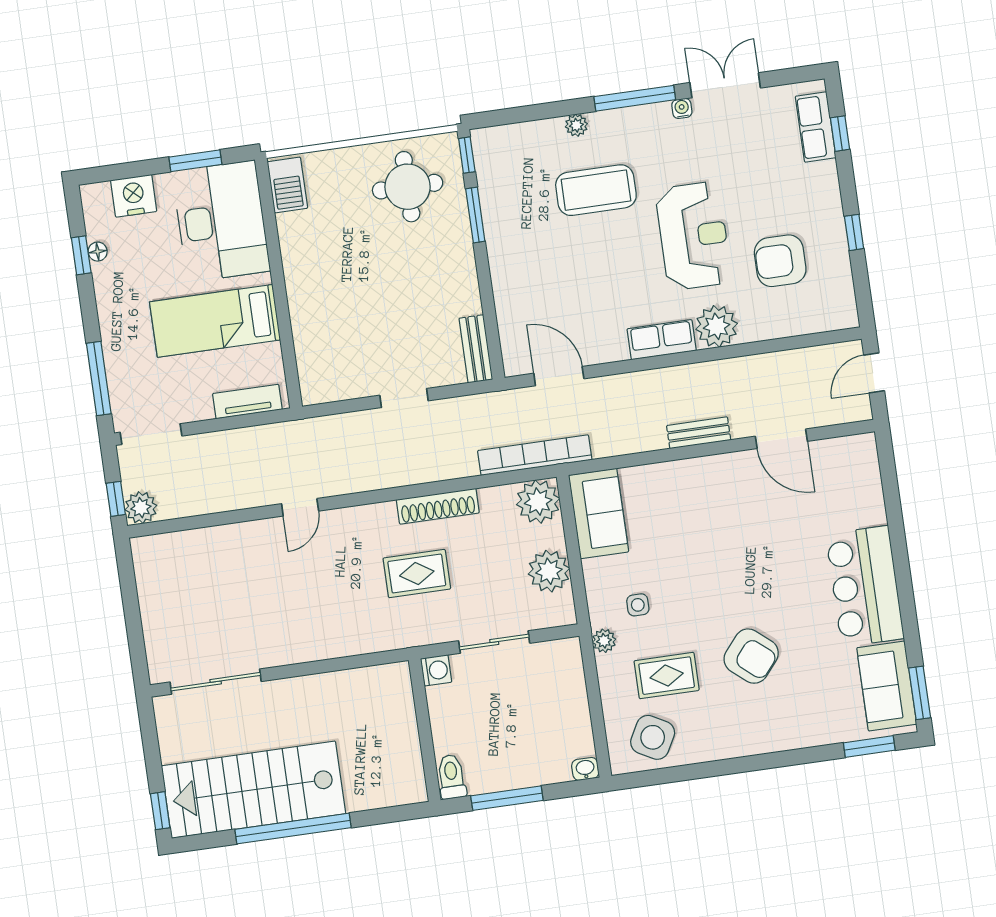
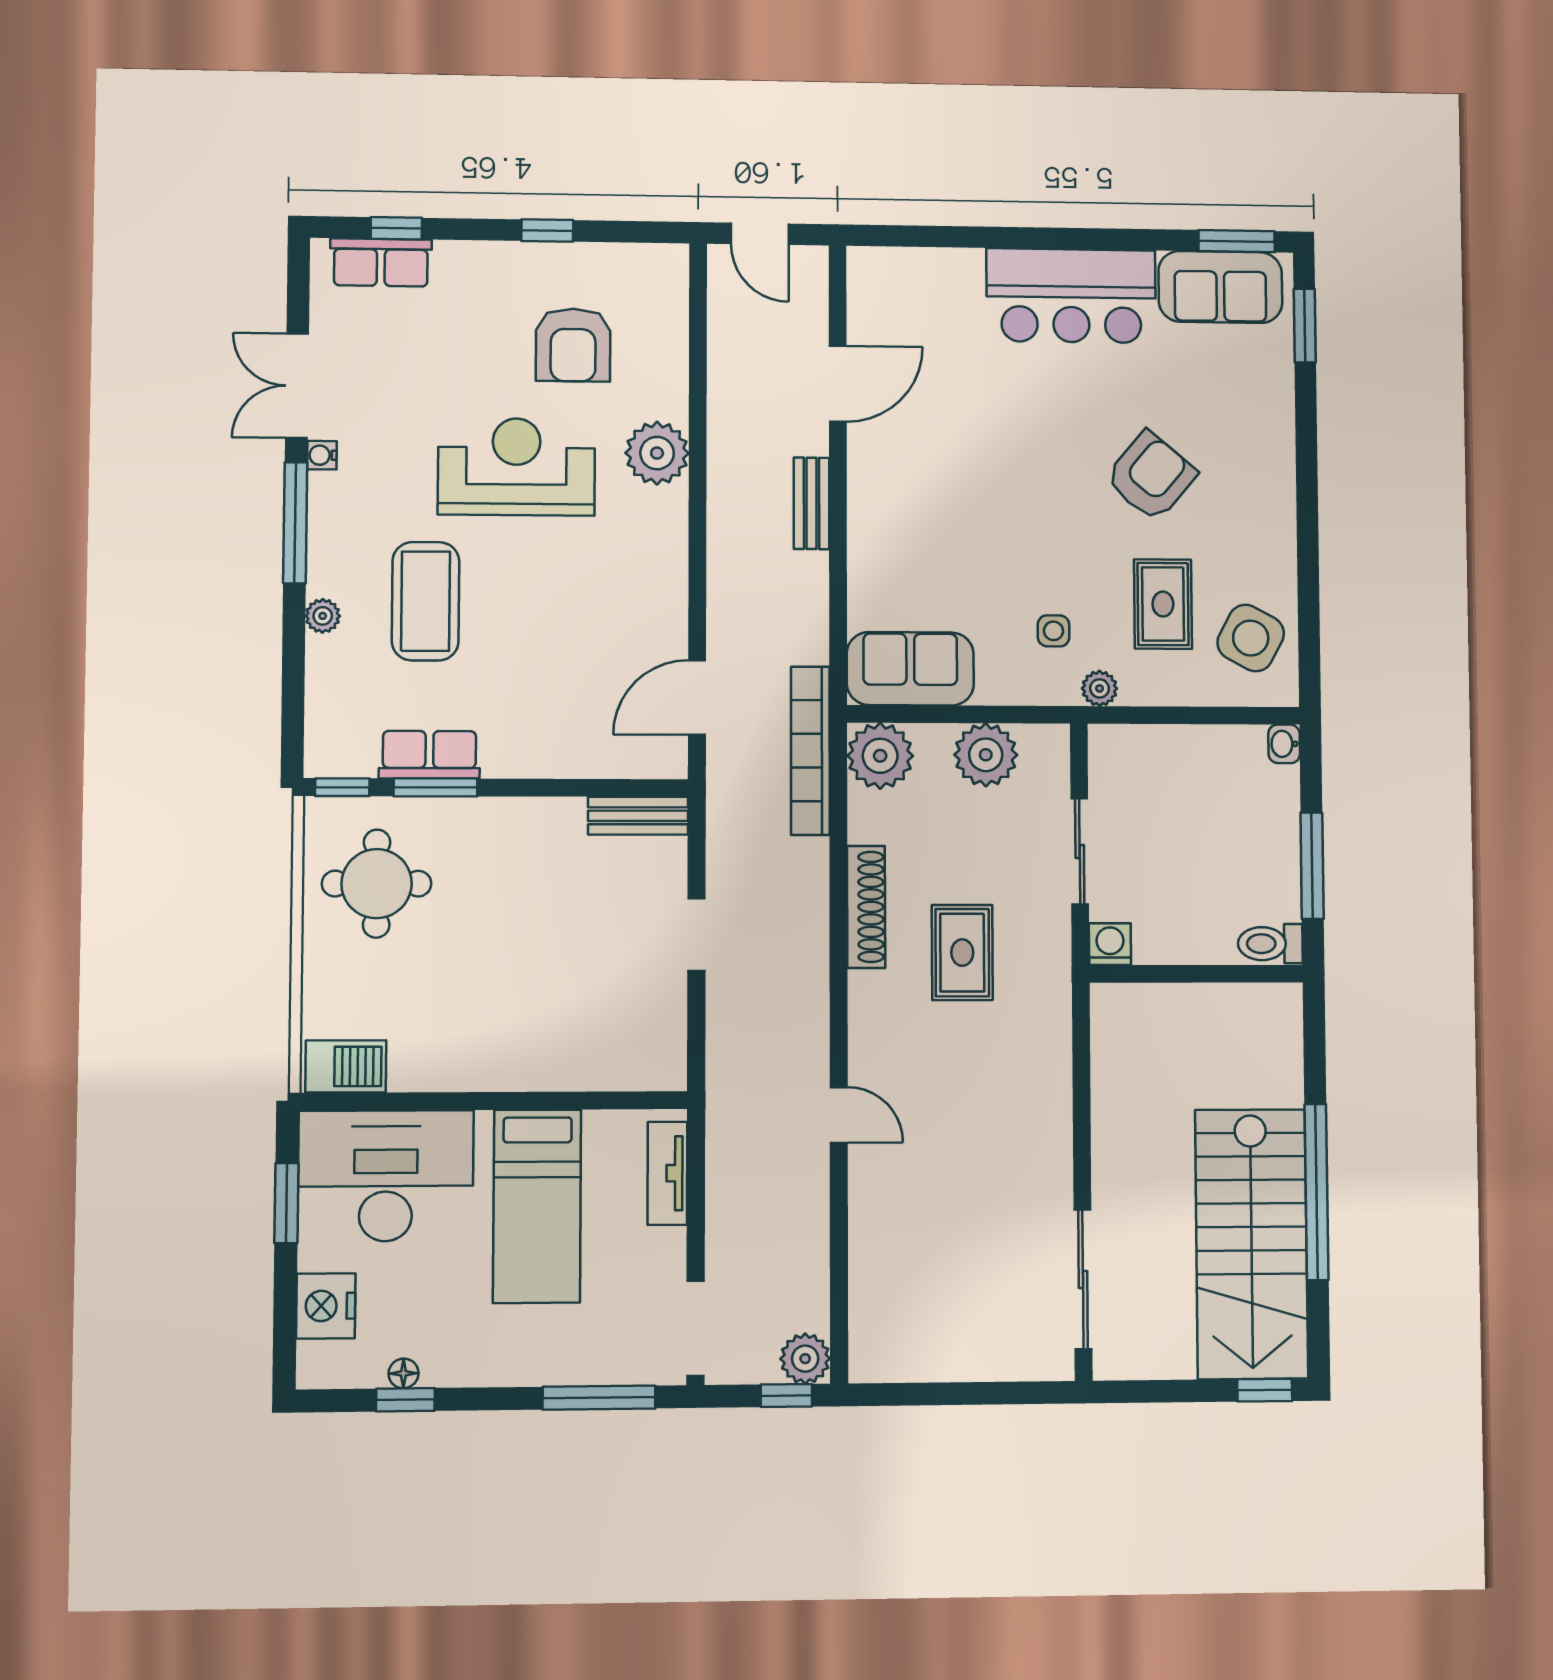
row of seats: (662, 340) -> (429, 755), moved, turned 90

